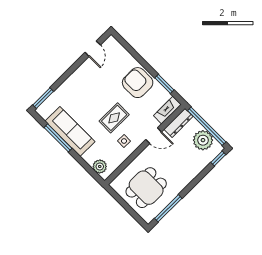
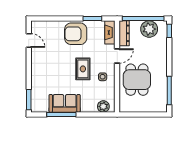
sofa: (70, 131) -> (65, 103), width x0.73
dining table: (146, 188) -> (137, 80), moved

